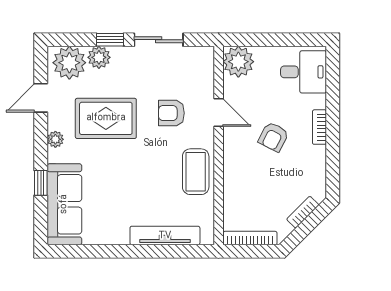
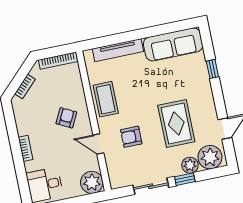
armchair: (171, 113) -> (131, 137), turned 180
rug: (106, 118) -> (176, 123), turned 90
armchair: (273, 137) -> (66, 118), moved
plant: (55, 139) -> (209, 102), removed
sofa: (64, 204) -> (173, 44), moved, turned -90

